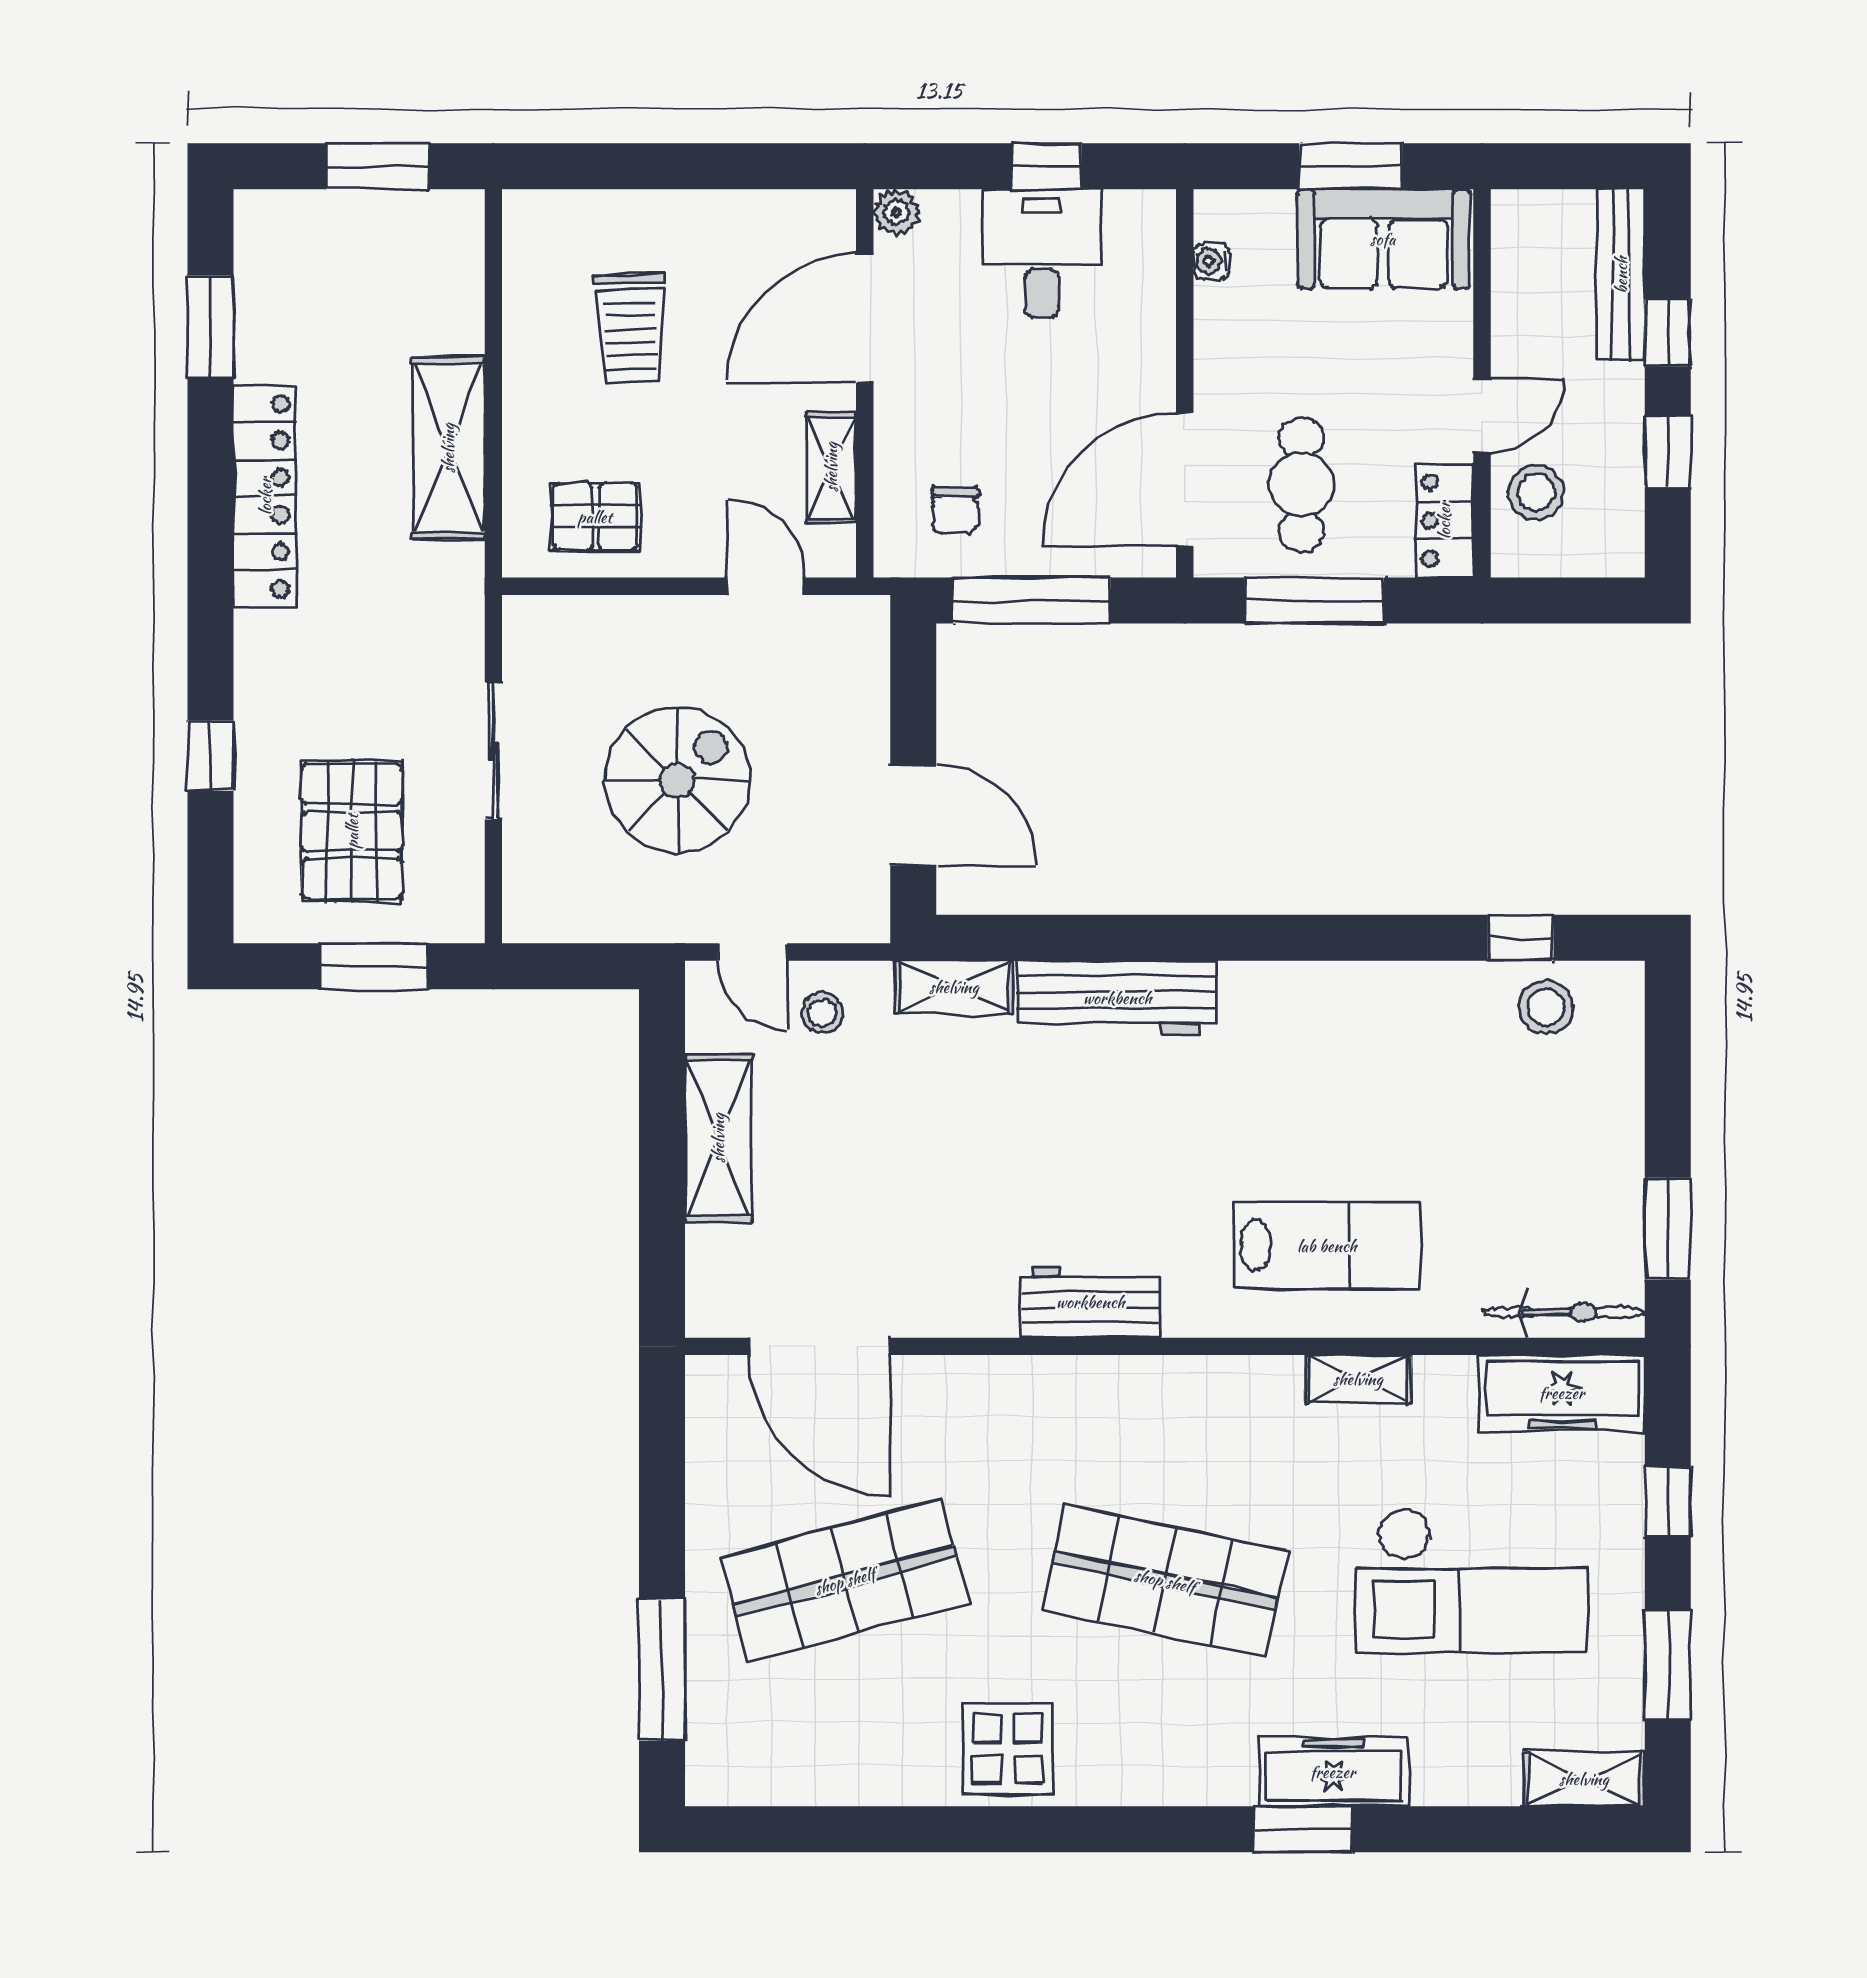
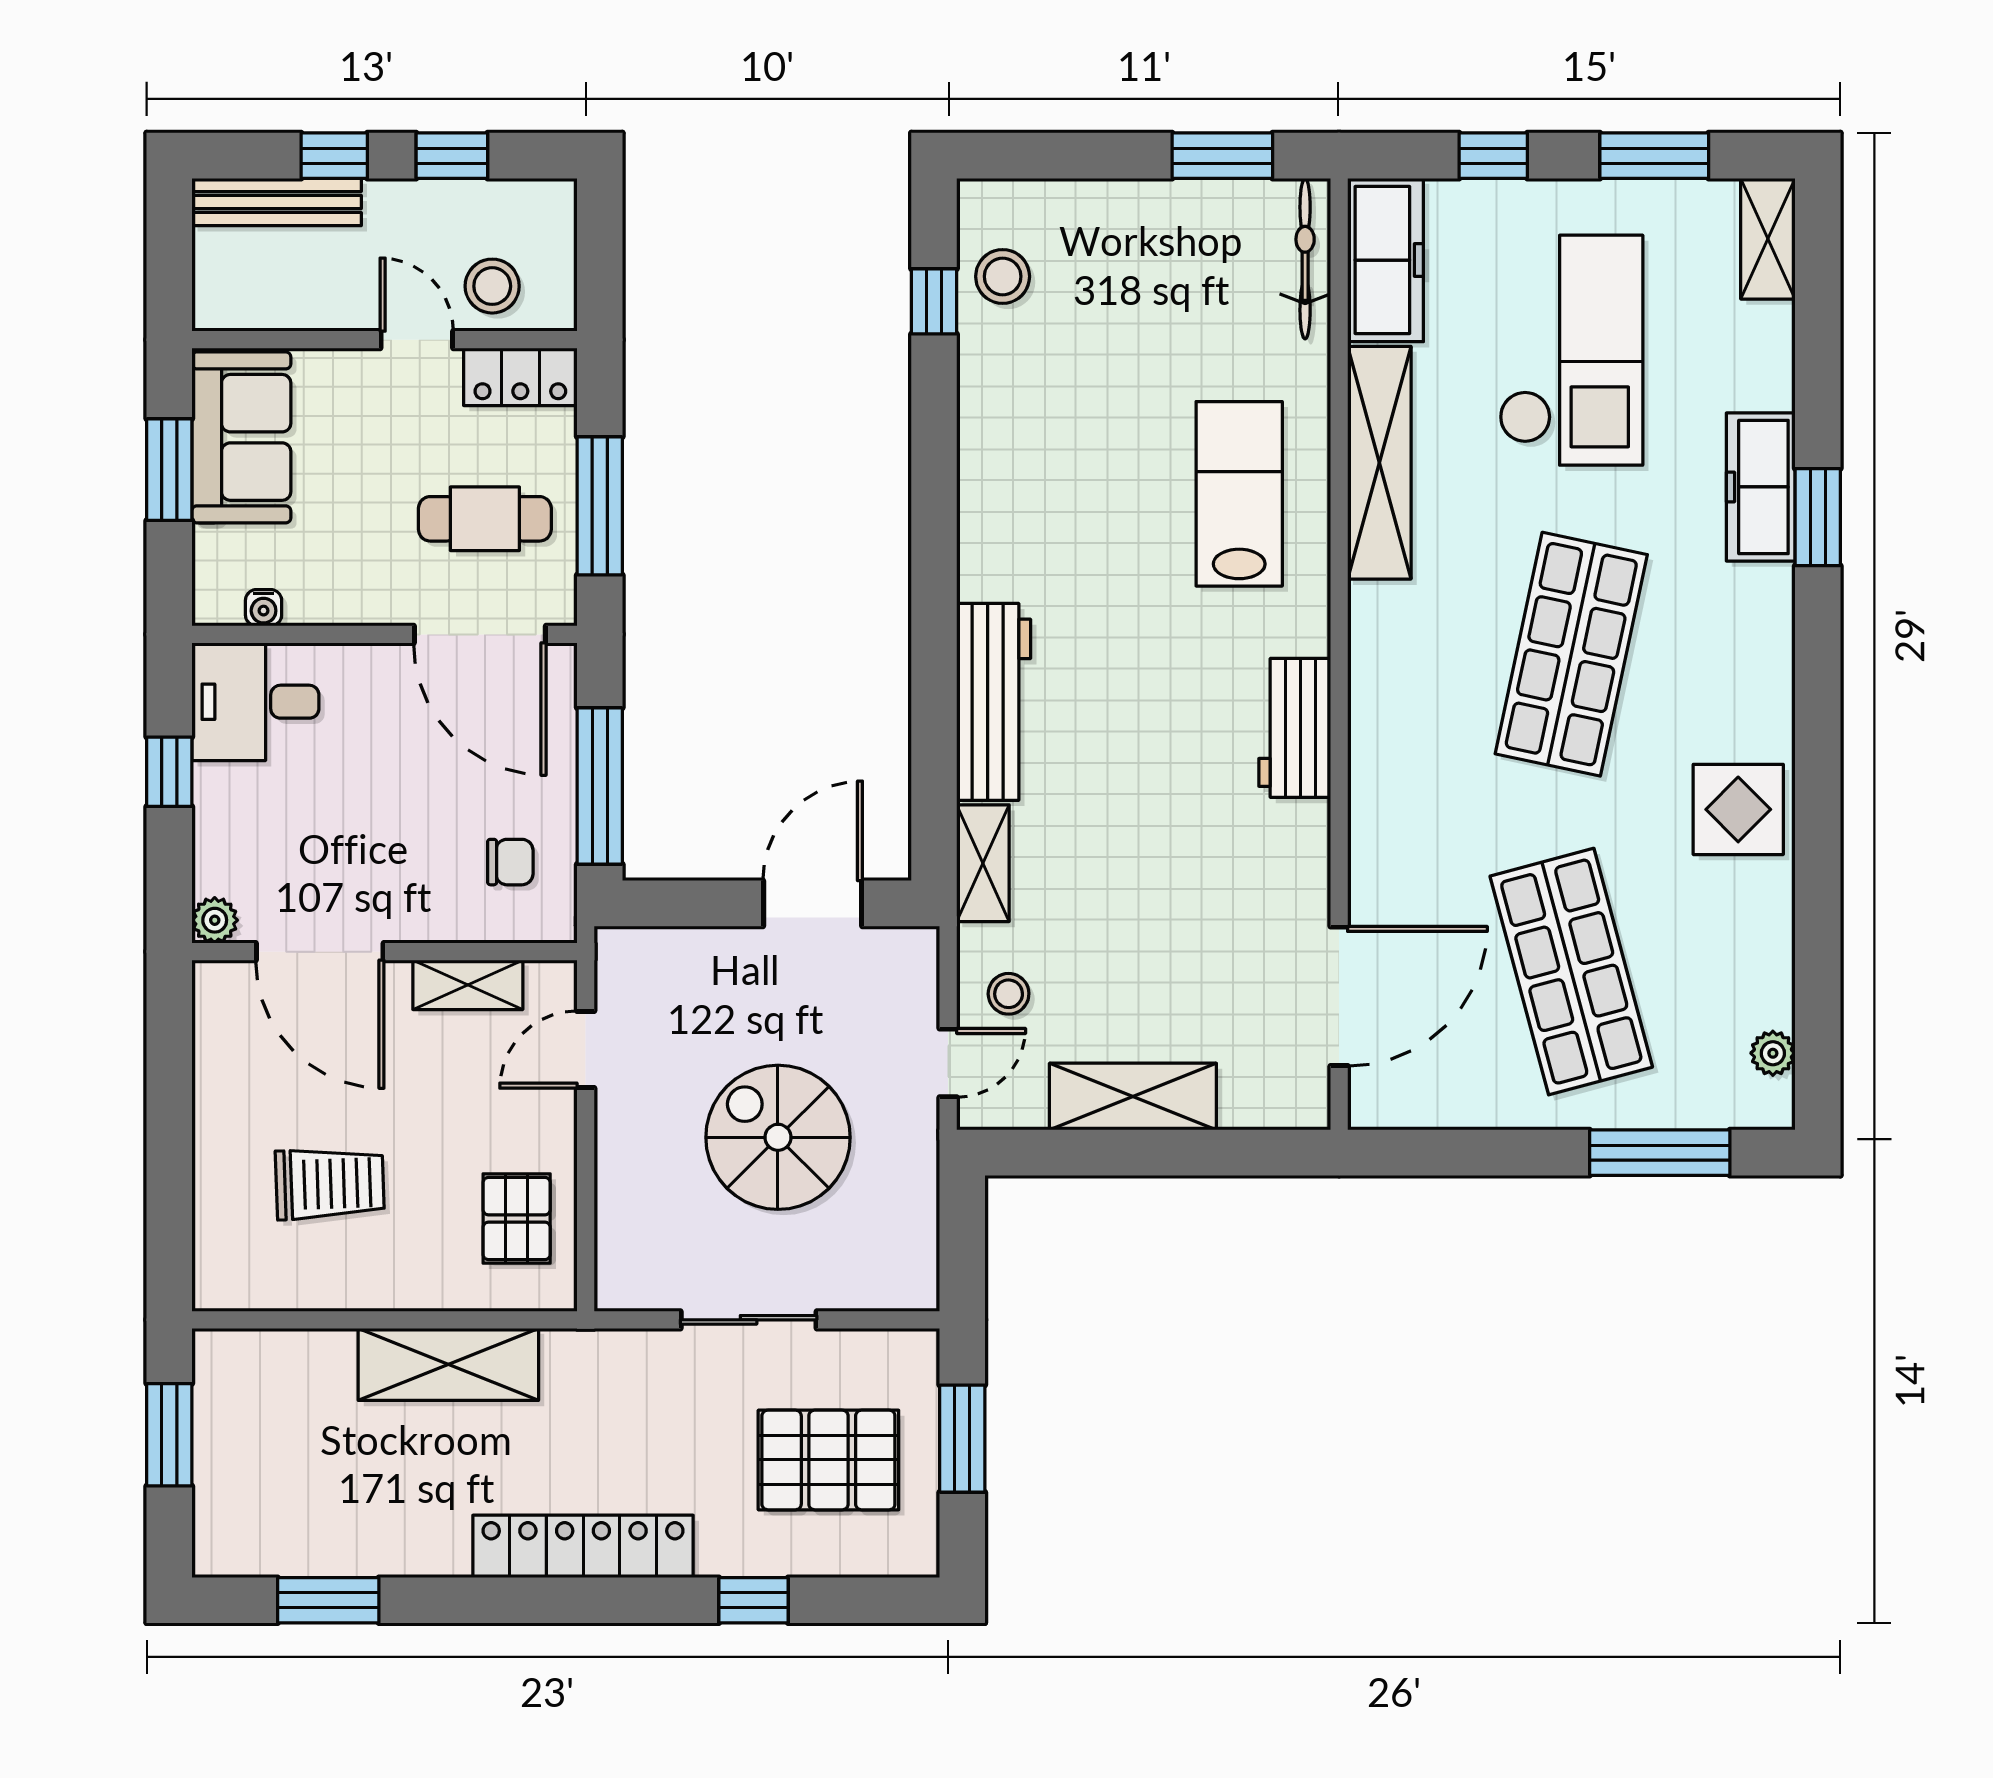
desk: (1042, 253) -> (255, 702), moved
locker: (265, 496) -> (583, 1546), moved
shelving: (1358, 1379) -> (1379, 463), width x2.20, depth x1.33
plant: (762, 1784) -> (1773, 1053), added

